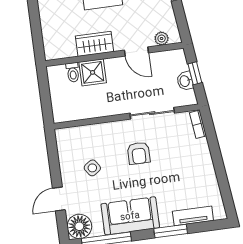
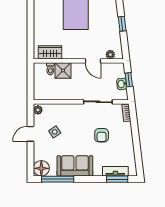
wardrobe: (94, 44) -> (50, 52), moved
plant: (62, 138) -> (38, 110), added
armchair: (139, 153) -> (102, 135), moved
door: (59, 199) -> (30, 134), moved
window: (171, 231) -> (117, 179), moved

